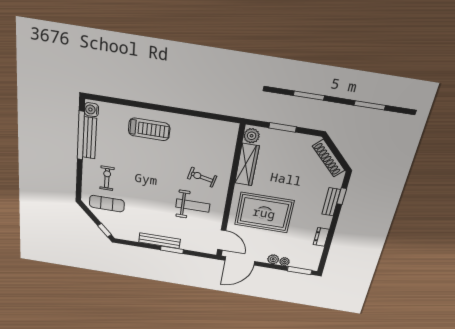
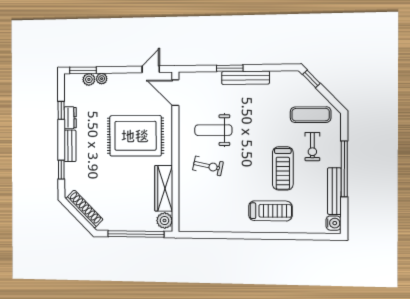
window: (283, 127) -> (136, 234), width x2.11
treadmill: (149, 129) -> (270, 211), turned 180
window: (81, 136) -> (344, 169), moved
treadmill: (134, 164) -> (283, 168), added
bench: (331, 202) -> (70, 146), moved
window: (328, 244) -> (61, 110), added
plant: (273, 259) -> (89, 79), moved
door: (240, 261) -> (151, 69), width x0.53

